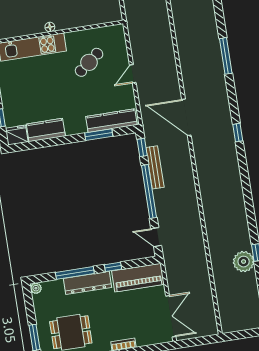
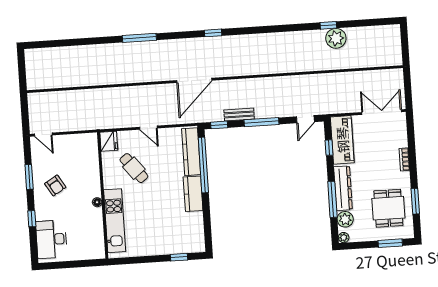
kitchen counter: (46, 130) -> (193, 194), moved
fridge: (17, 135) -> (109, 141), moved, turned 180
window: (99, 135) -> (203, 165), width x2.11
bench: (155, 167) -> (239, 114), width x0.73
window: (149, 192) -> (261, 122), width x0.68
window: (113, 267) -> (329, 148), moved
plant: (55, 288) -> (345, 219), added

